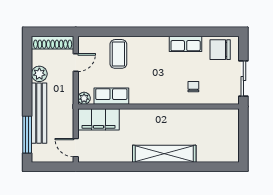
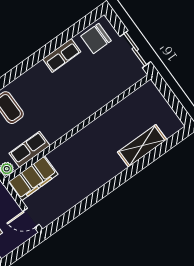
chair: (193, 87) -> (96, 88), removed
shelving: (164, 154) -> (142, 146), moved, width x0.68

